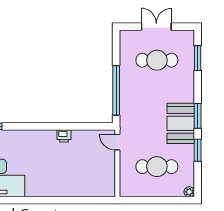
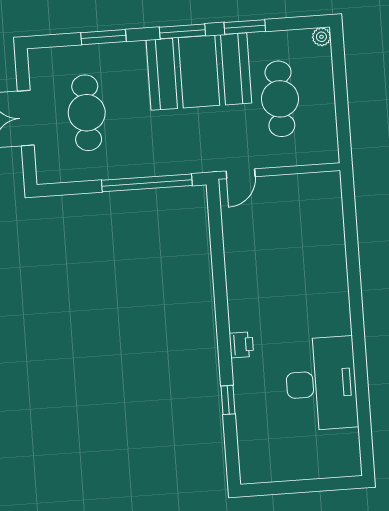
window: (198, 58) -> (104, 37), moved
booth: (181, 123) -> (199, 72), width x1.36, depth x1.42
printer: (64, 136) -> (241, 345), moved

